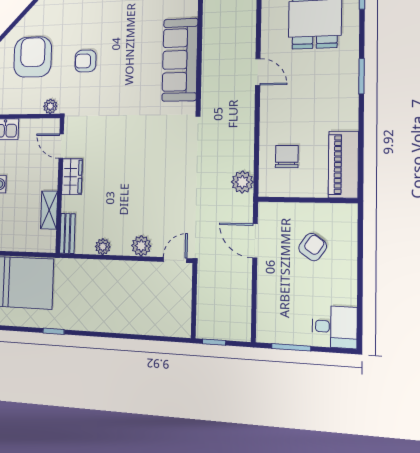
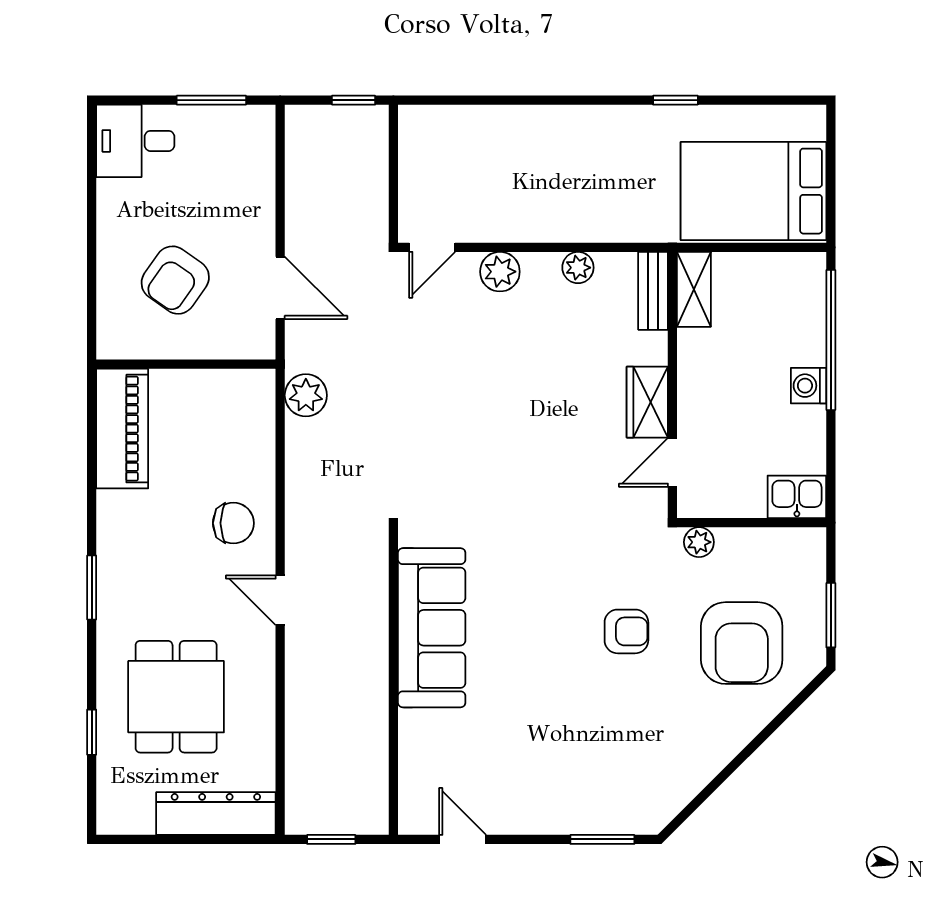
door: (61, 146) -> (672, 462), swing flipped
chair: (287, 157) -> (233, 523), moved, turned -90
shelving: (49, 210) -> (694, 289), moved
armchair: (313, 247) -> (175, 280), width x1.38, depth x1.38

